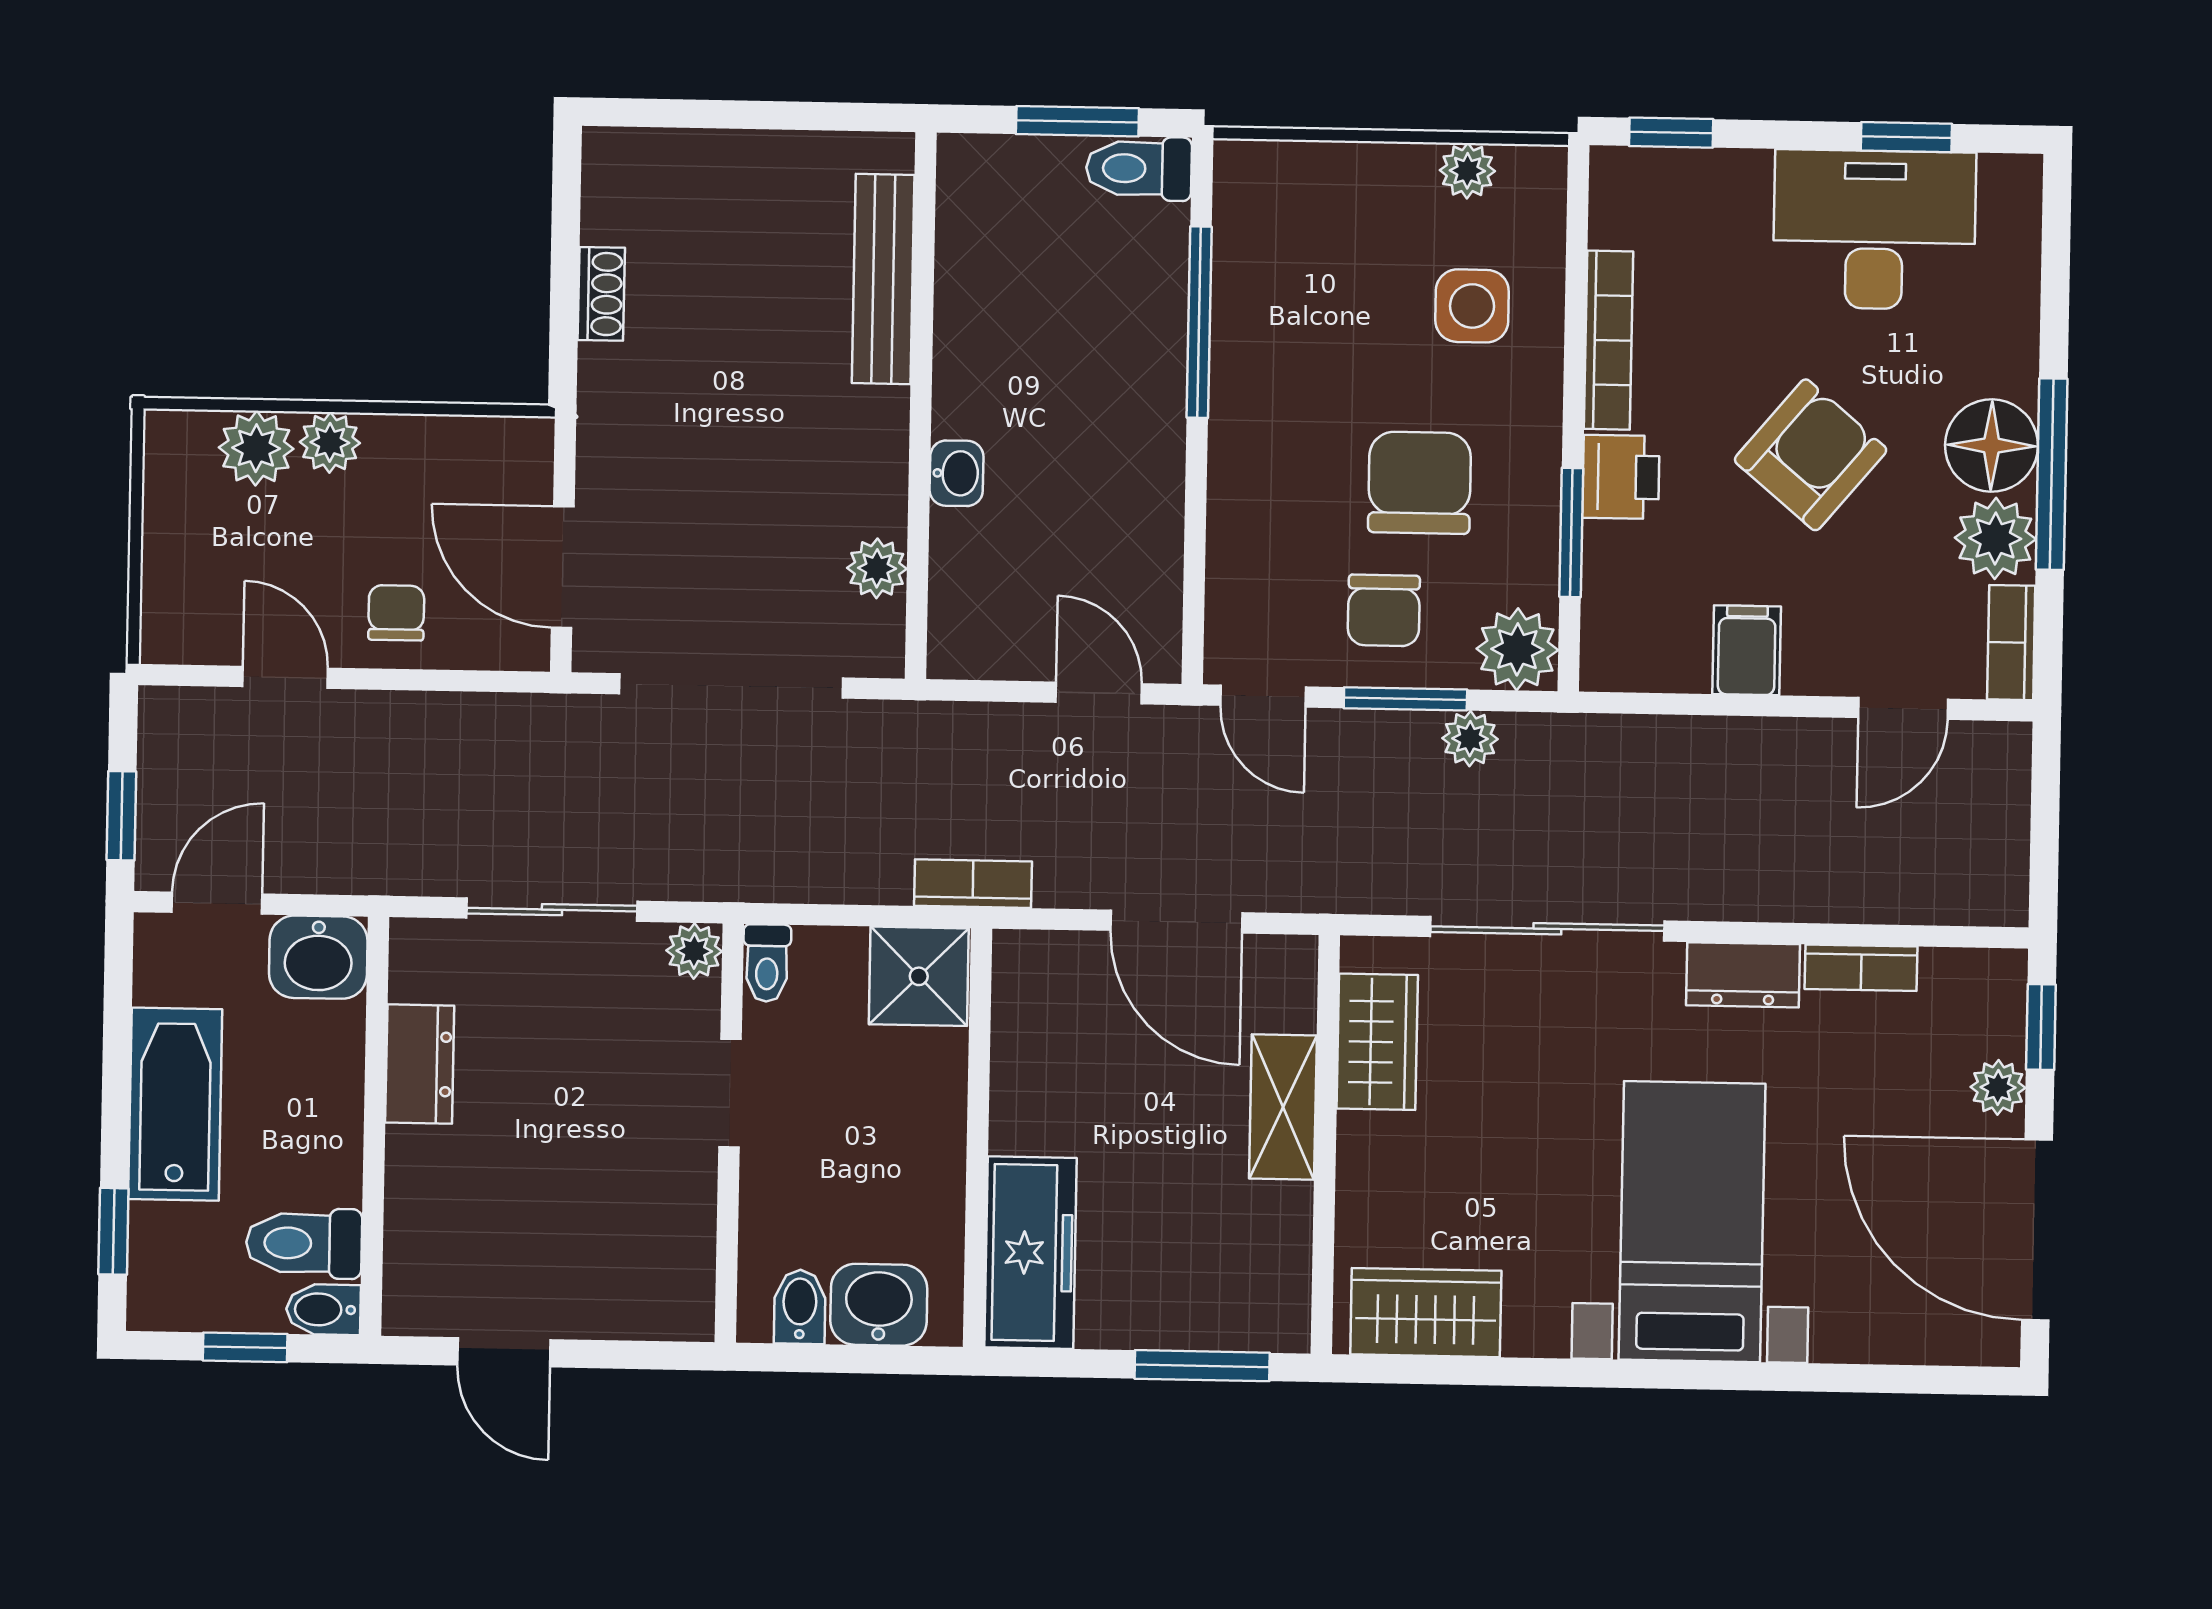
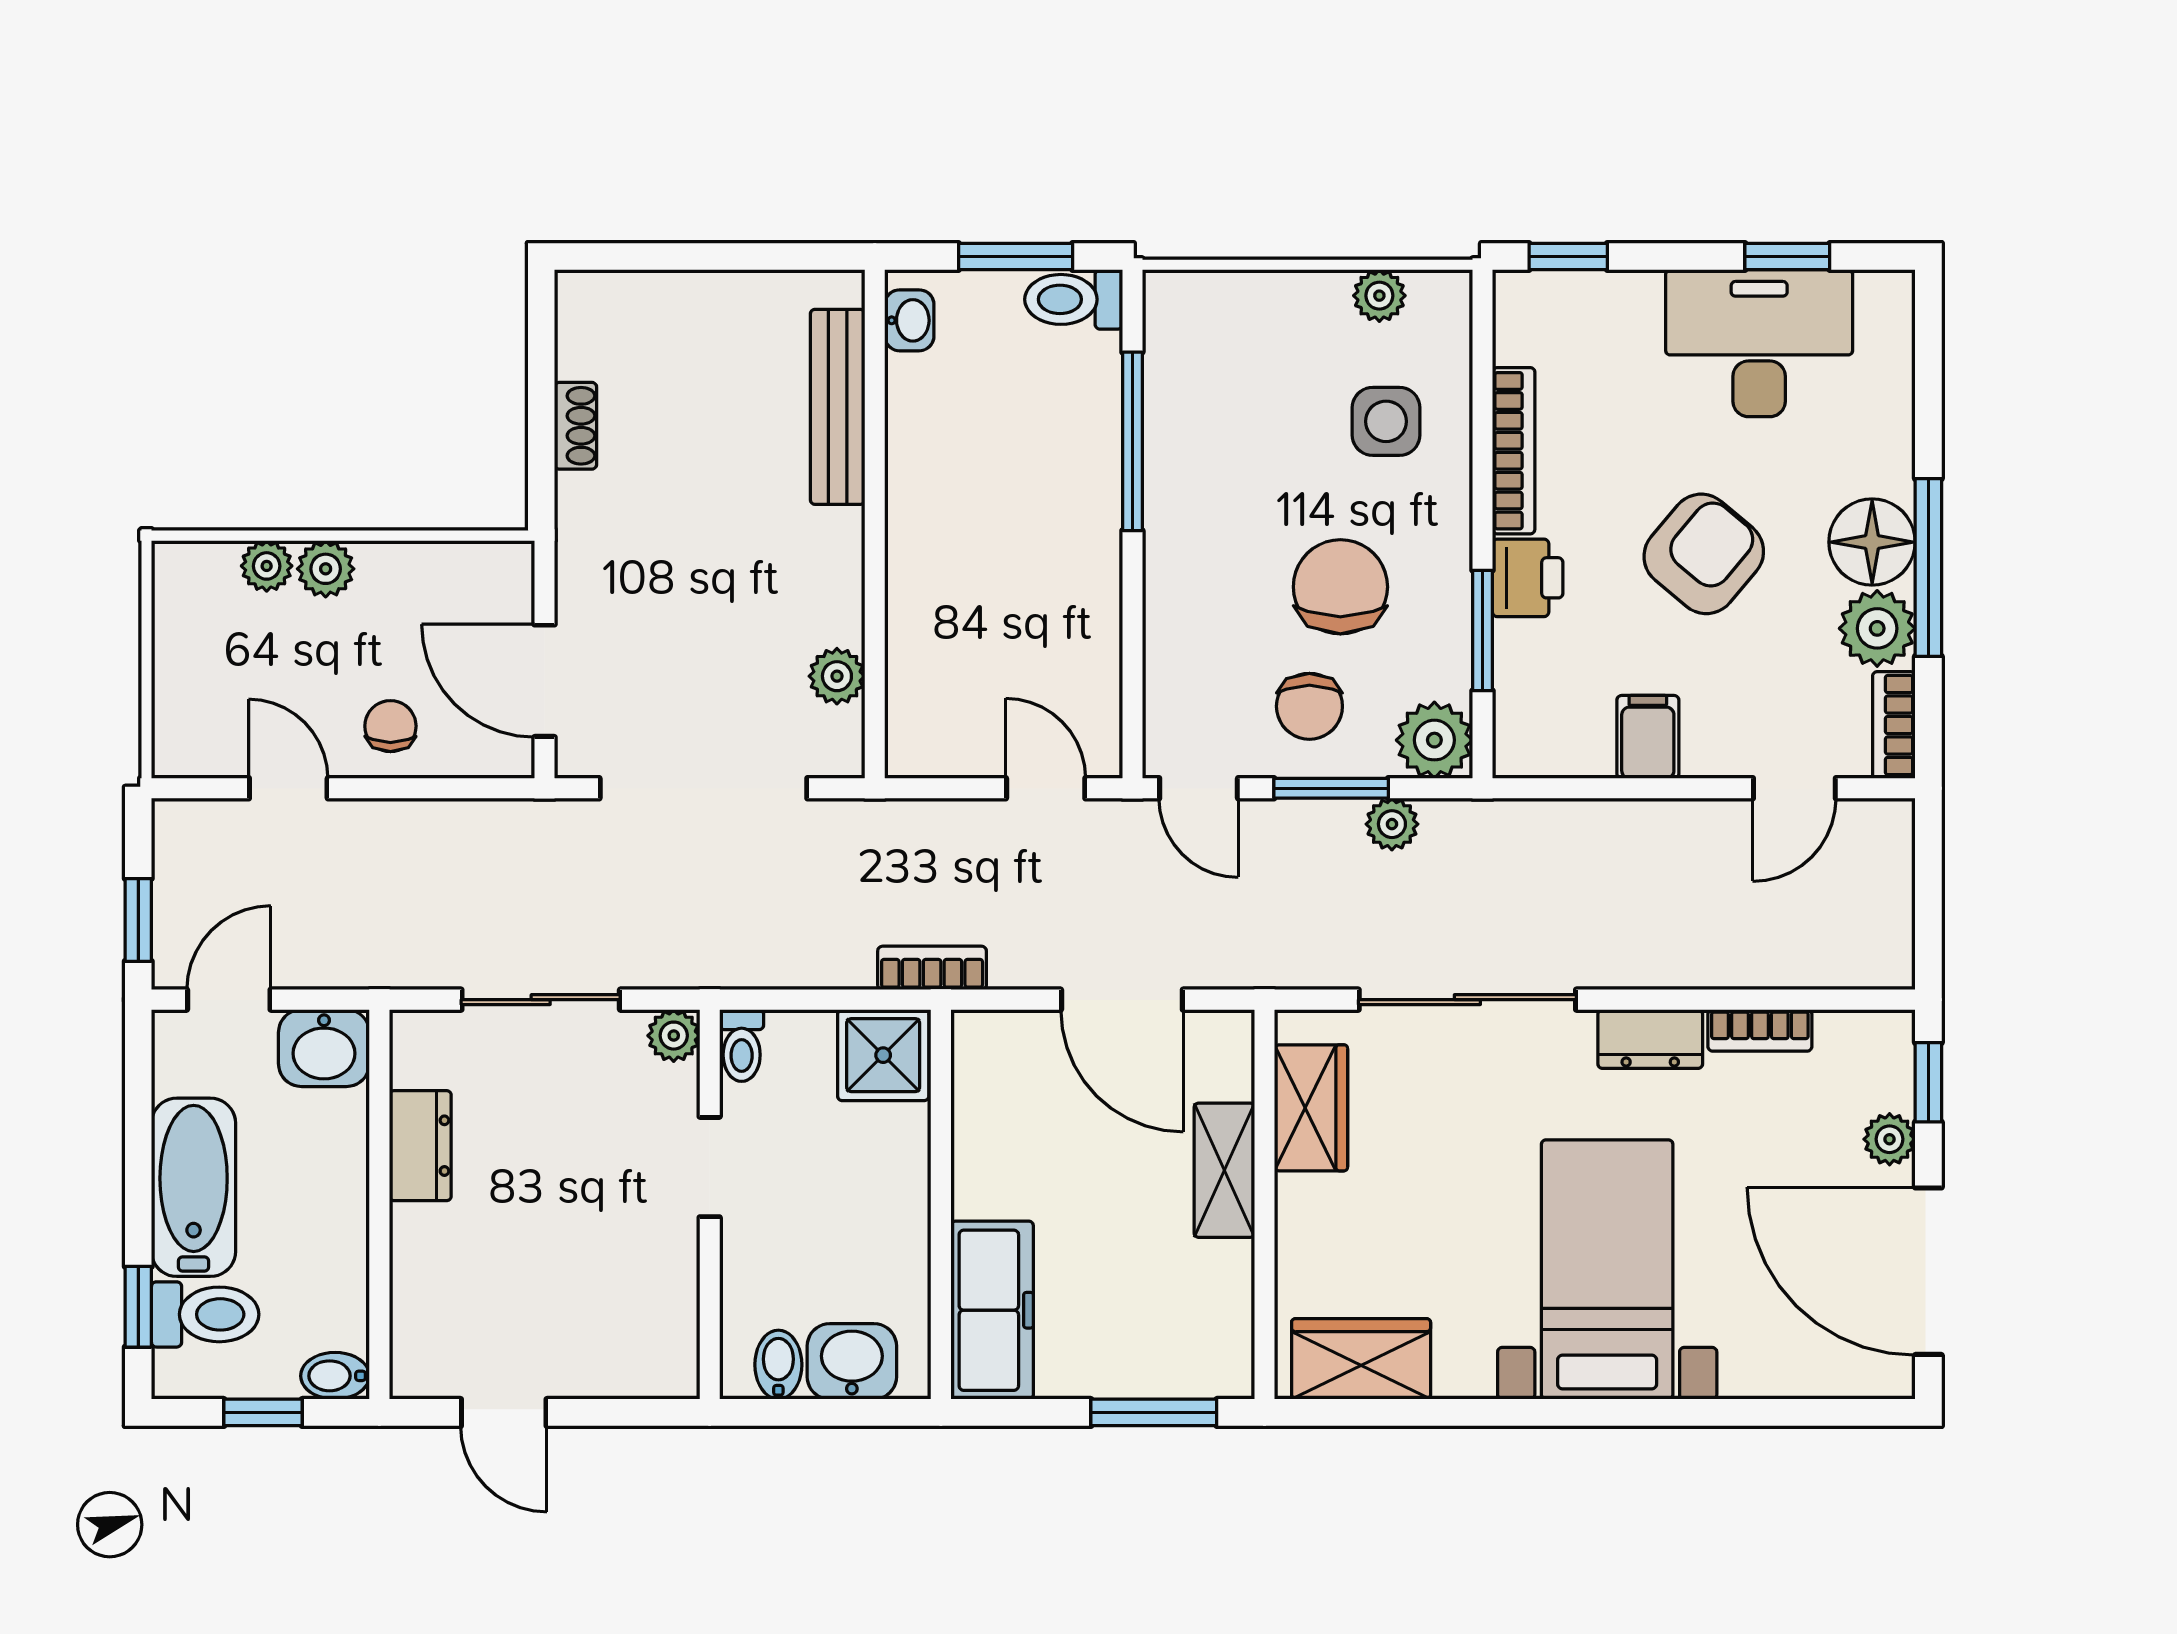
plant: (256, 448) -> (267, 566), width x0.73, depth x0.73
washbasin: (957, 473) -> (909, 320), moved
toilet: (304, 1243) -> (205, 1314), moved, turned 180

